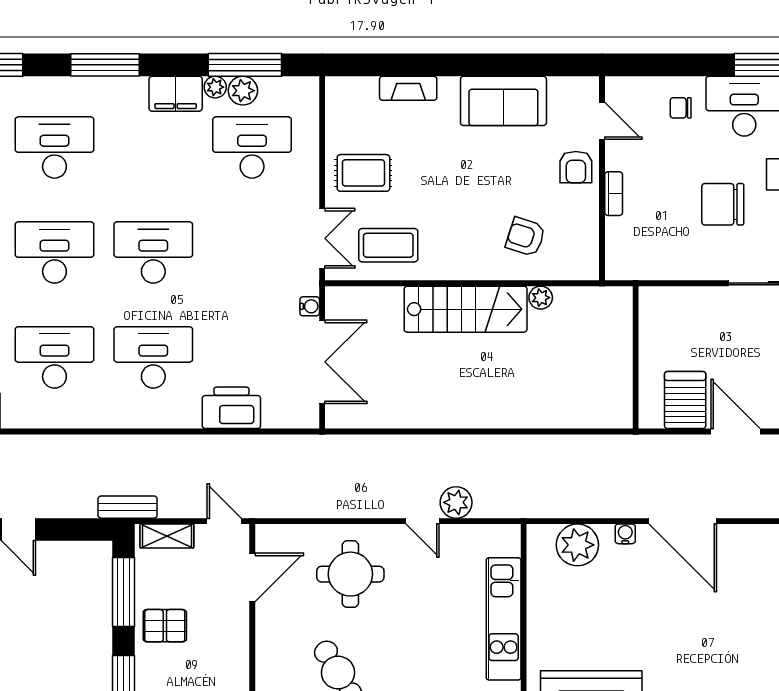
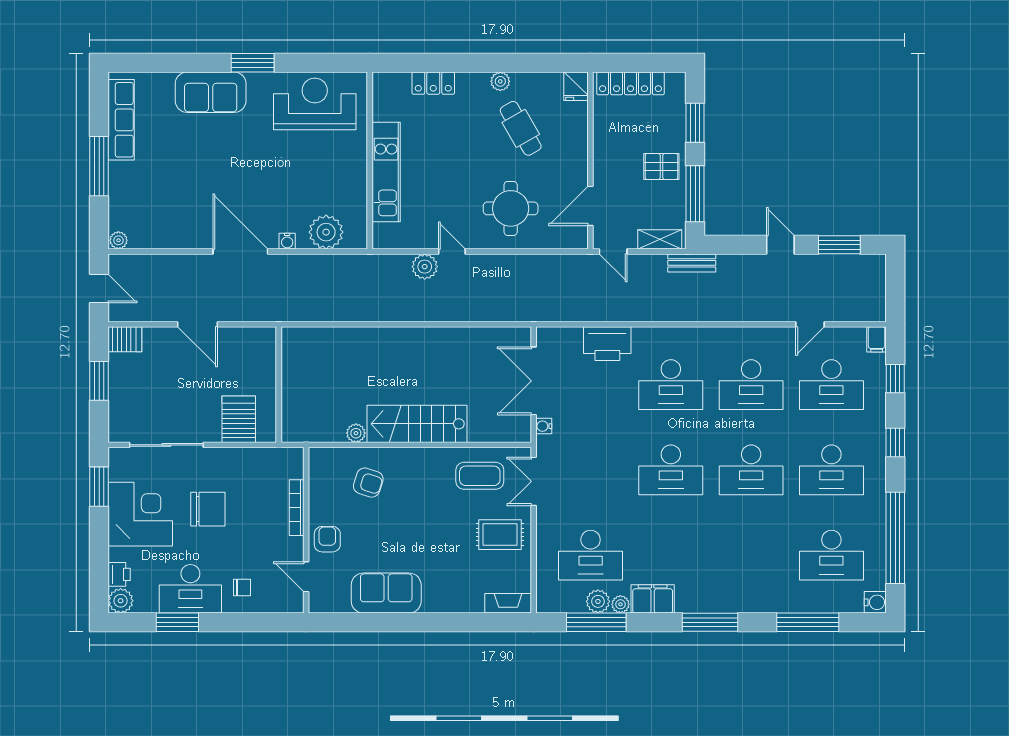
fireplace: (408, 88) -> (508, 603), moved
desk: (54, 147) -> (751, 555), removed
bookcase: (614, 194) -> (297, 508), width x1.56
server rack: (685, 400) -> (239, 419), moved, turned 180

